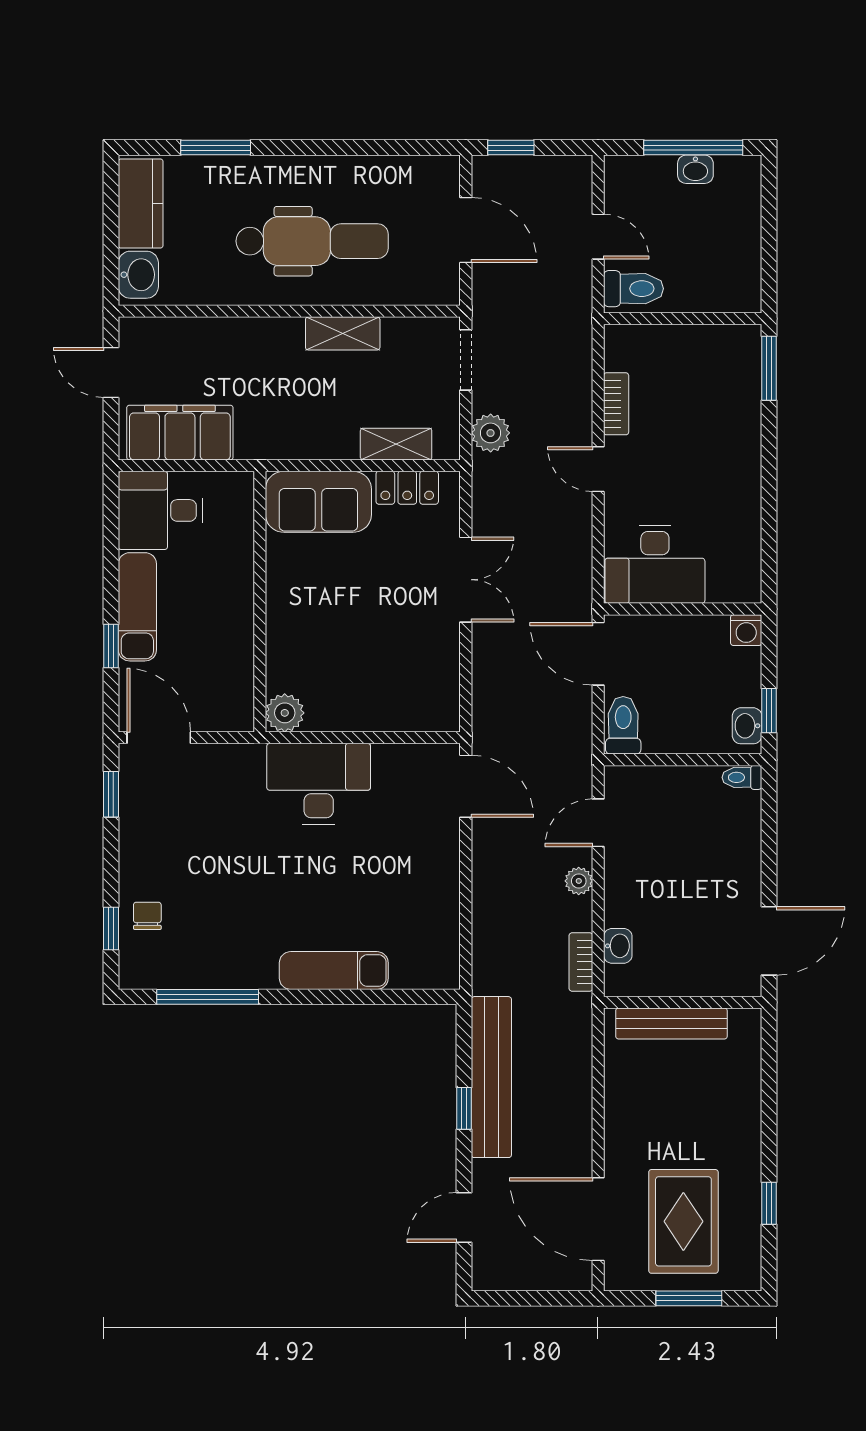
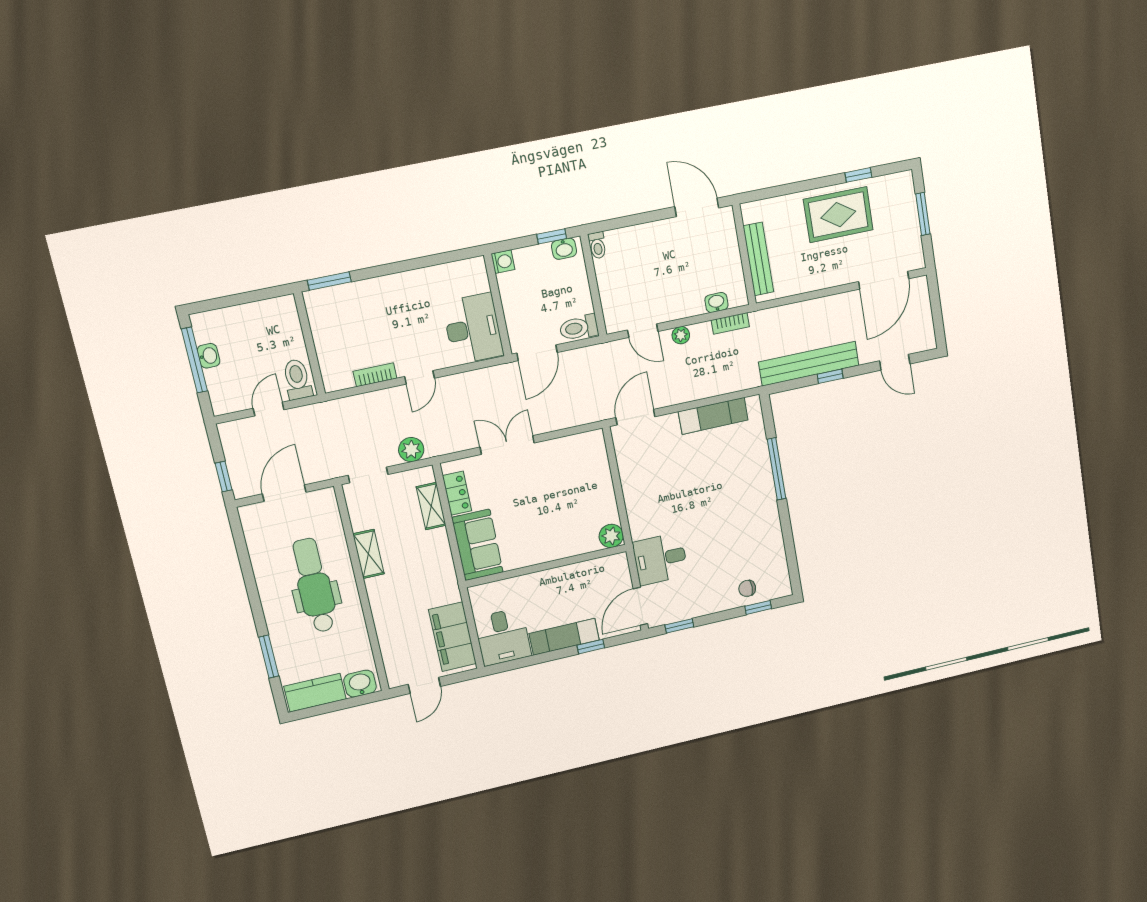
desk: (319, 784) -> (660, 559), moved, width x0.73
exam couch: (334, 971) -> (713, 416), moved, turned -90
window: (208, 997) -> (777, 469), moved
rug: (683, 1221) -> (838, 215), moved

